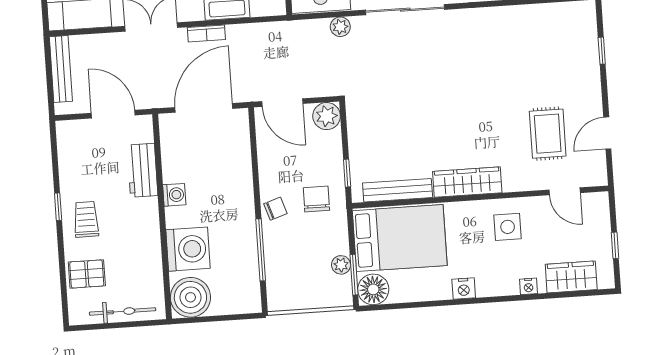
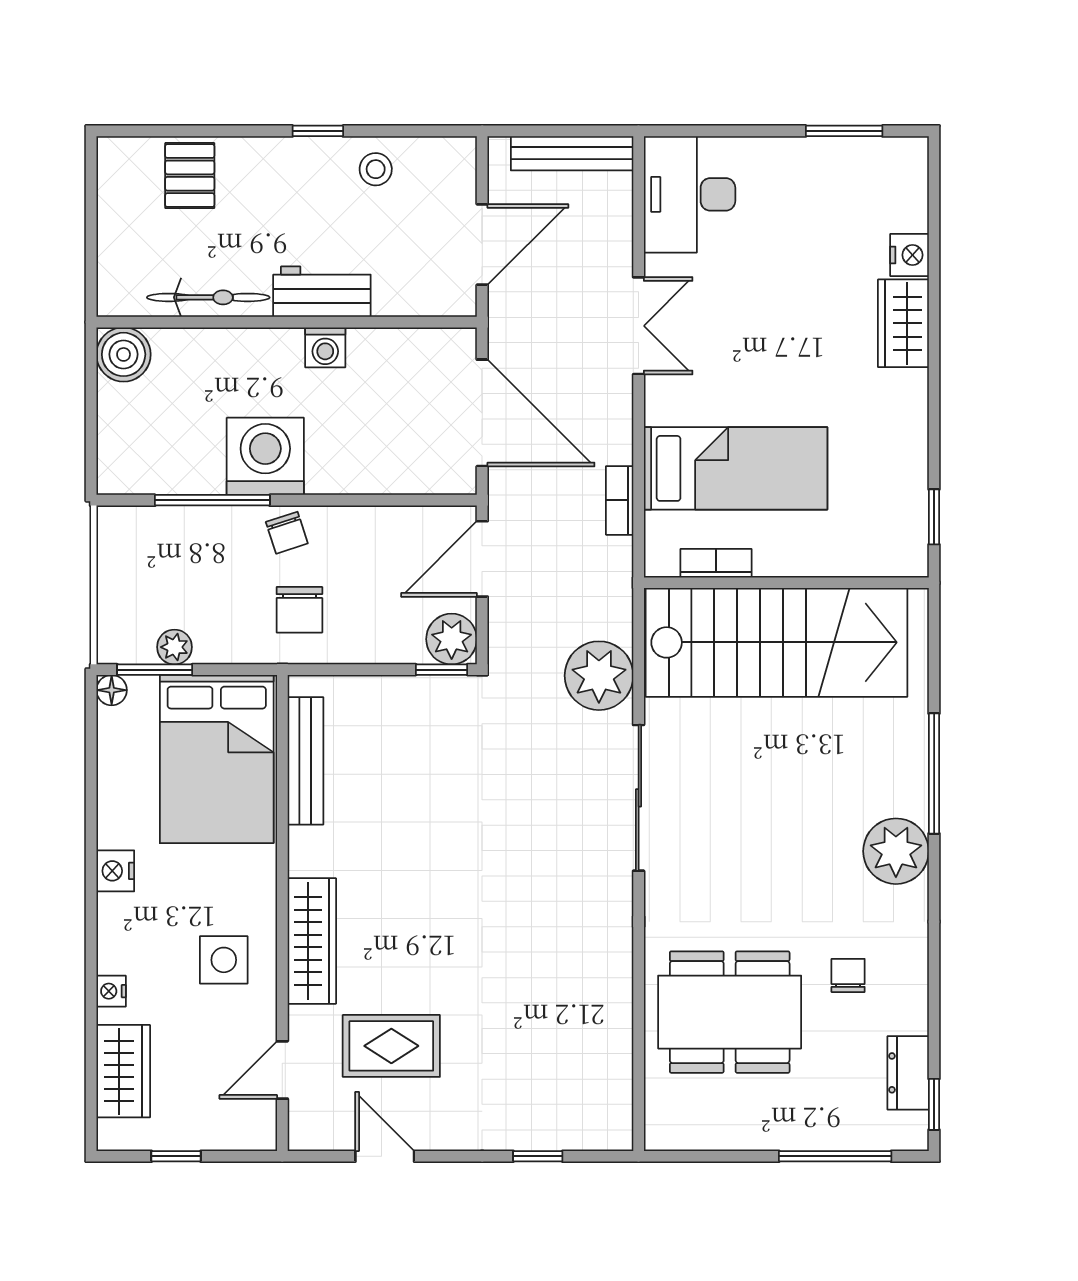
plant: (340, 27) -> (599, 676), width x1.88, depth x1.88
bookcase: (206, 33) -> (620, 500), moved
workbench: (142, 170) -> (322, 292), moved
window: (347, 173) -> (442, 670), moved
stool: (77, 174) -> (376, 169), added
wardrobe: (467, 182) -> (312, 941), moved
chair: (316, 199) -> (299, 610), turned 90
trolley: (86, 219) -> (291, 181), removed
washing machine: (188, 249) -> (265, 456), moved, turned 180
floor lamp: (373, 289) -> (112, 690), width x0.53, depth x0.53
boiler: (190, 297) -> (124, 354), width x0.73, depth x0.73
bicycle: (123, 311) -> (208, 297), moved, turned -90

